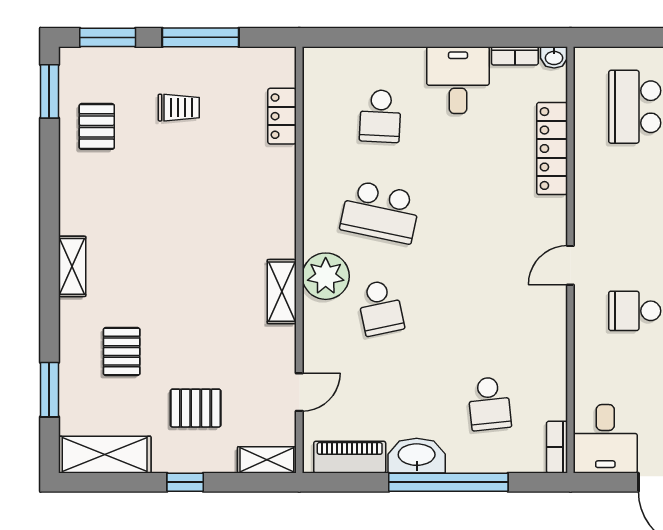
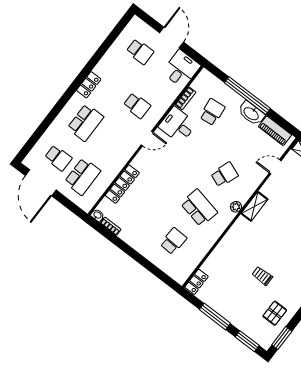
desk: (458, 80) -> (178, 125), moved, turned 90
trolley: (179, 108) -> (262, 276), moved
locker: (282, 116) -> (196, 282), moved
plant: (326, 276) -> (236, 207), width x0.53, depth x0.53
school desk: (380, 308) -> (224, 174), turned 33
bookcase: (557, 447) -> (185, 98), moved

